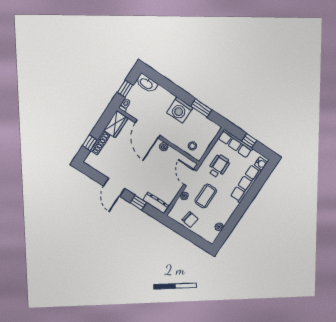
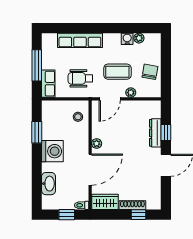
washbasin: (146, 83) -> (49, 184), moved
window: (249, 141) -> (37, 65), width x2.17
row of seats: (235, 144) -> (48, 84), width x0.68
water cooler: (261, 164) -> (127, 39), moved
dresser: (156, 203) -> (155, 133), moved

